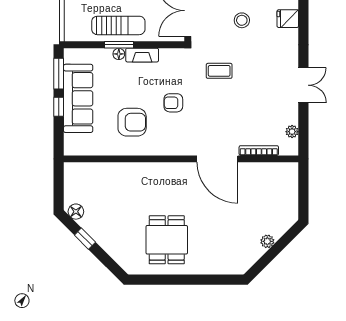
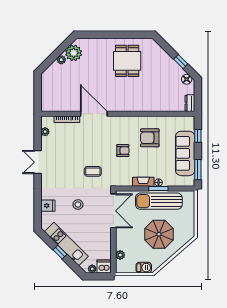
sun lounger: (118, 25) -> (159, 201), width x1.36, depth x1.34
window: (59, 107) -> (198, 136), moved
dresser: (71, 175) -> (190, 103), added
plant: (248, 252) -> (74, 53), added

